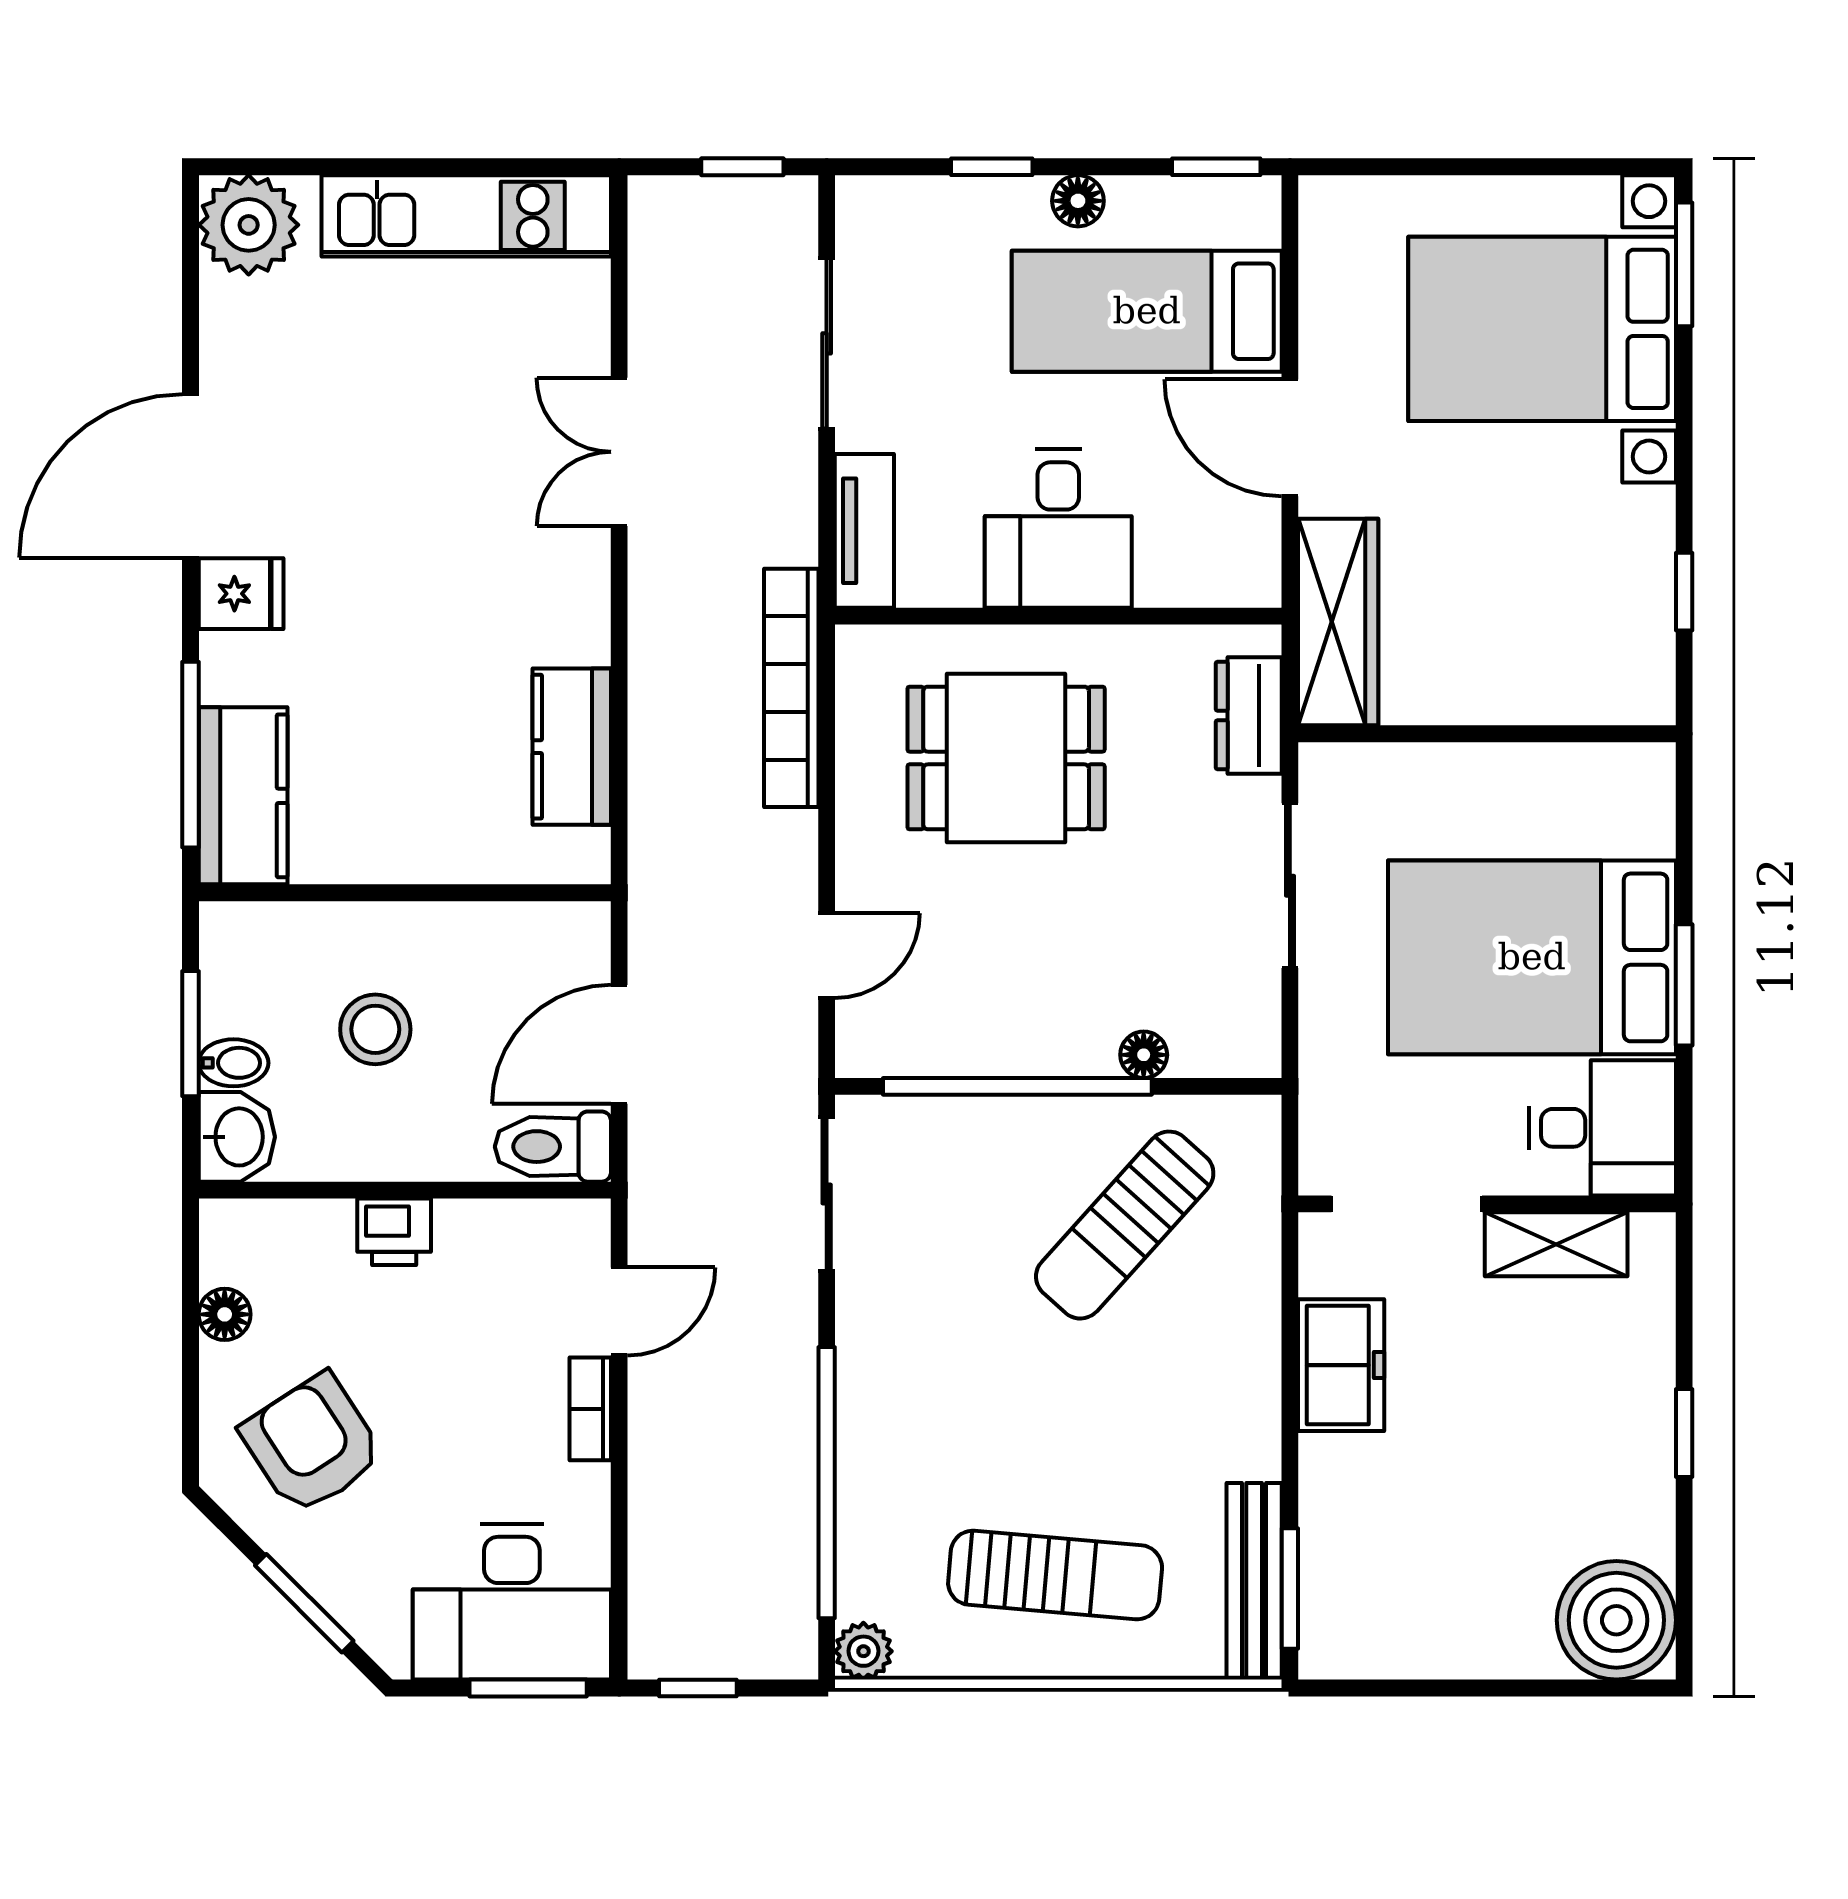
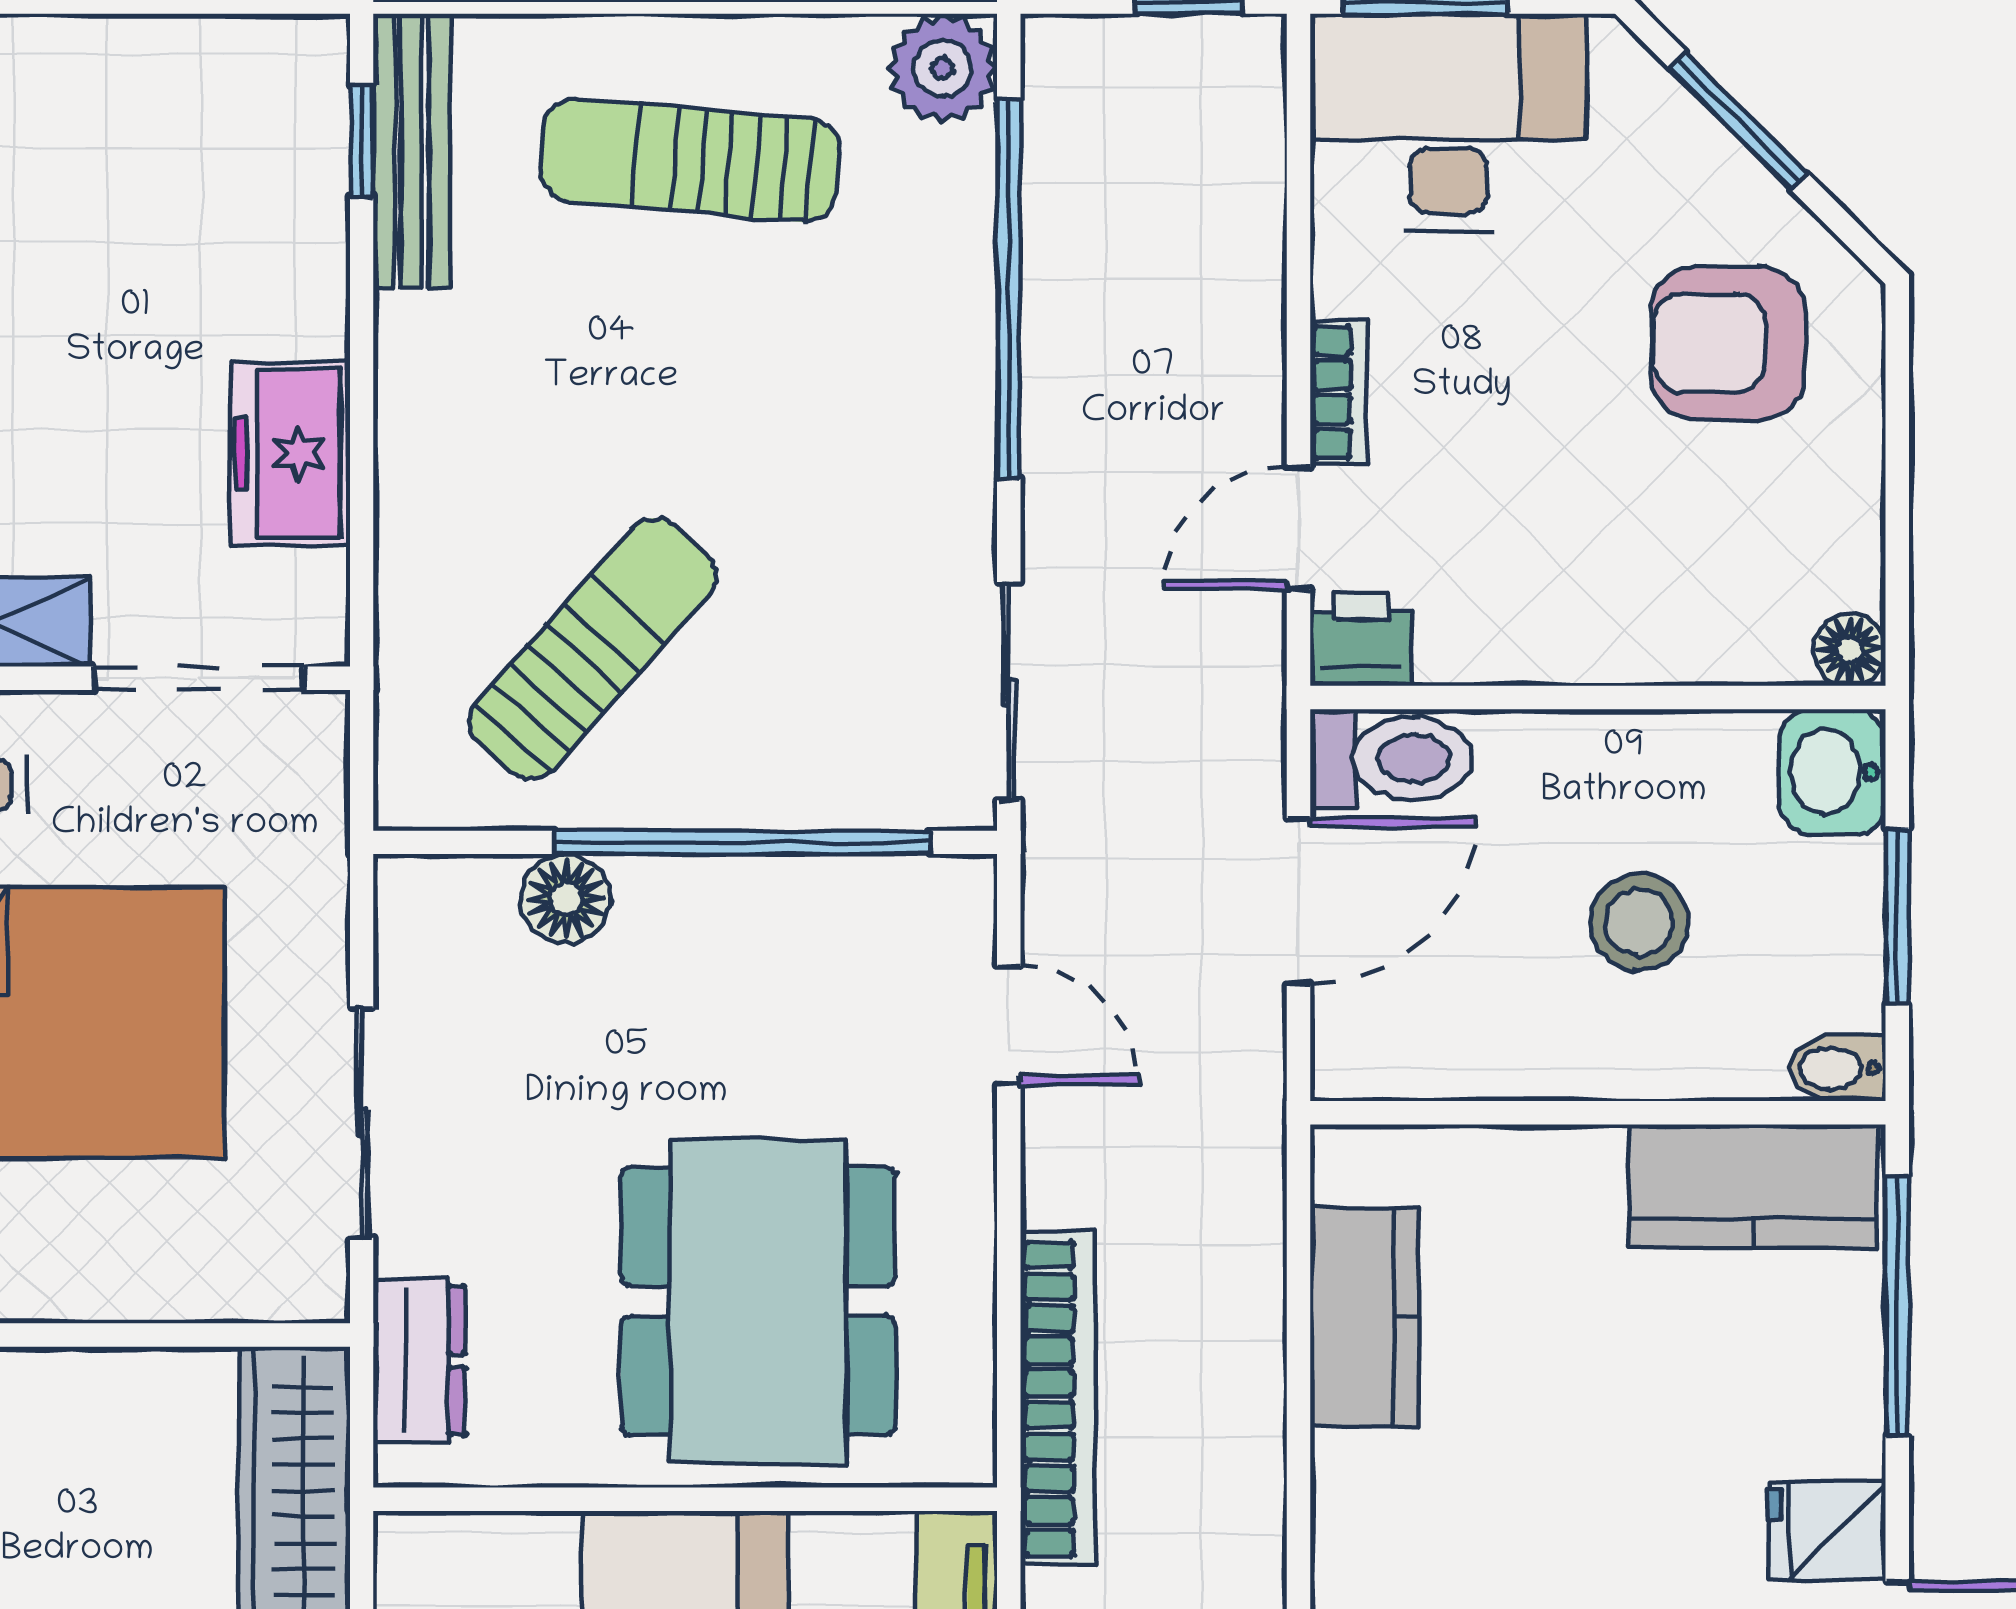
dining table: (1006, 758) -> (758, 1301), width x1.38
kitchen counter: (243, 796) -> (1753, 1186), moved, turned -90
door: (827, 956) -> (1009, 1025), swing flipped
floor lamp: (1144, 1055) -> (566, 899), width x1.37, depth x1.37
bidet: (234, 1063) -> (1837, 1068), moved
printer: (394, 1232) -> (1361, 639), moved
floor lamp: (225, 1314) -> (1850, 650), moved
armchair: (312, 1444) -> (1727, 343), turned 123
window: (1290, 1589) -> (362, 141), width x0.67
plant: (863, 1651) -> (942, 68), width x1.38, depth x1.38

